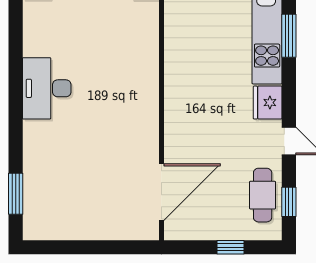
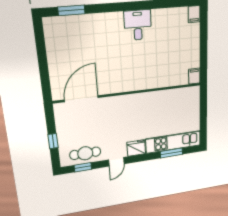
desk: (47, 88) -> (138, 25), width x0.73
door: (161, 192) -> (81, 99), swing flipped

